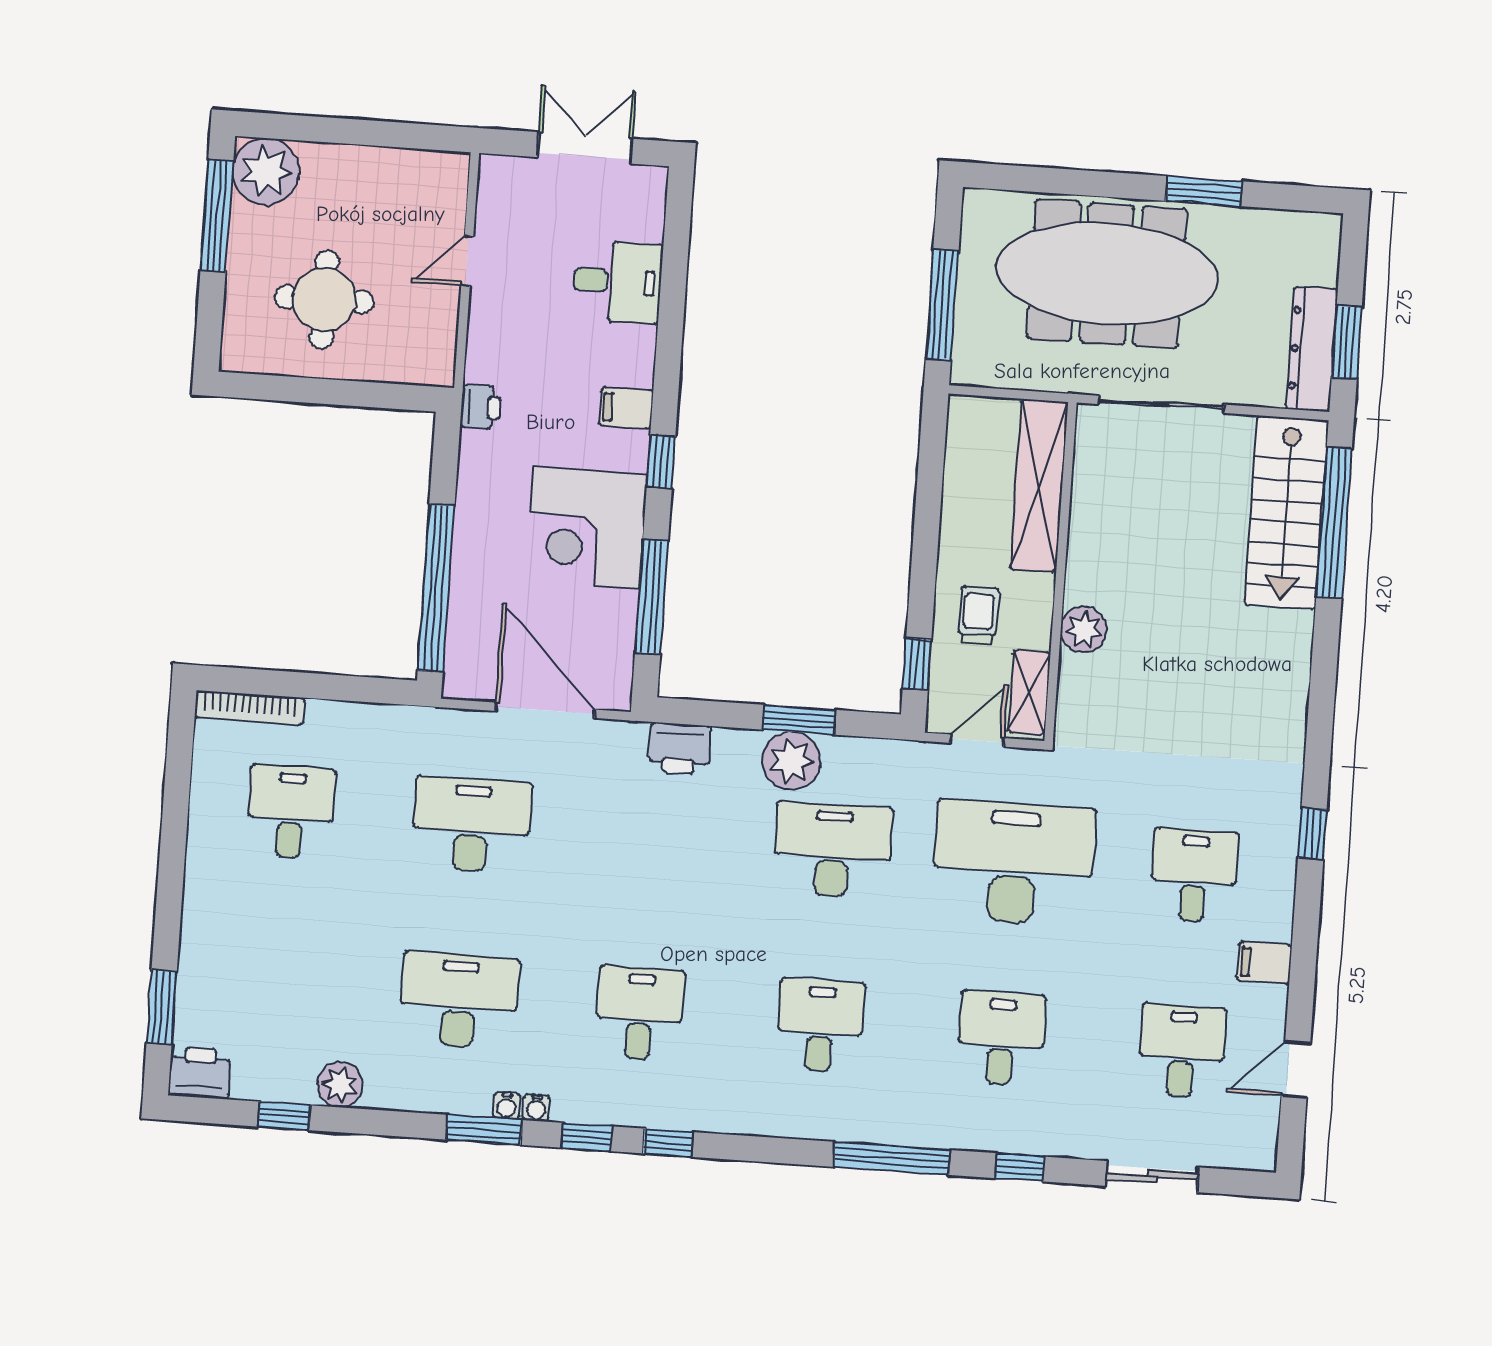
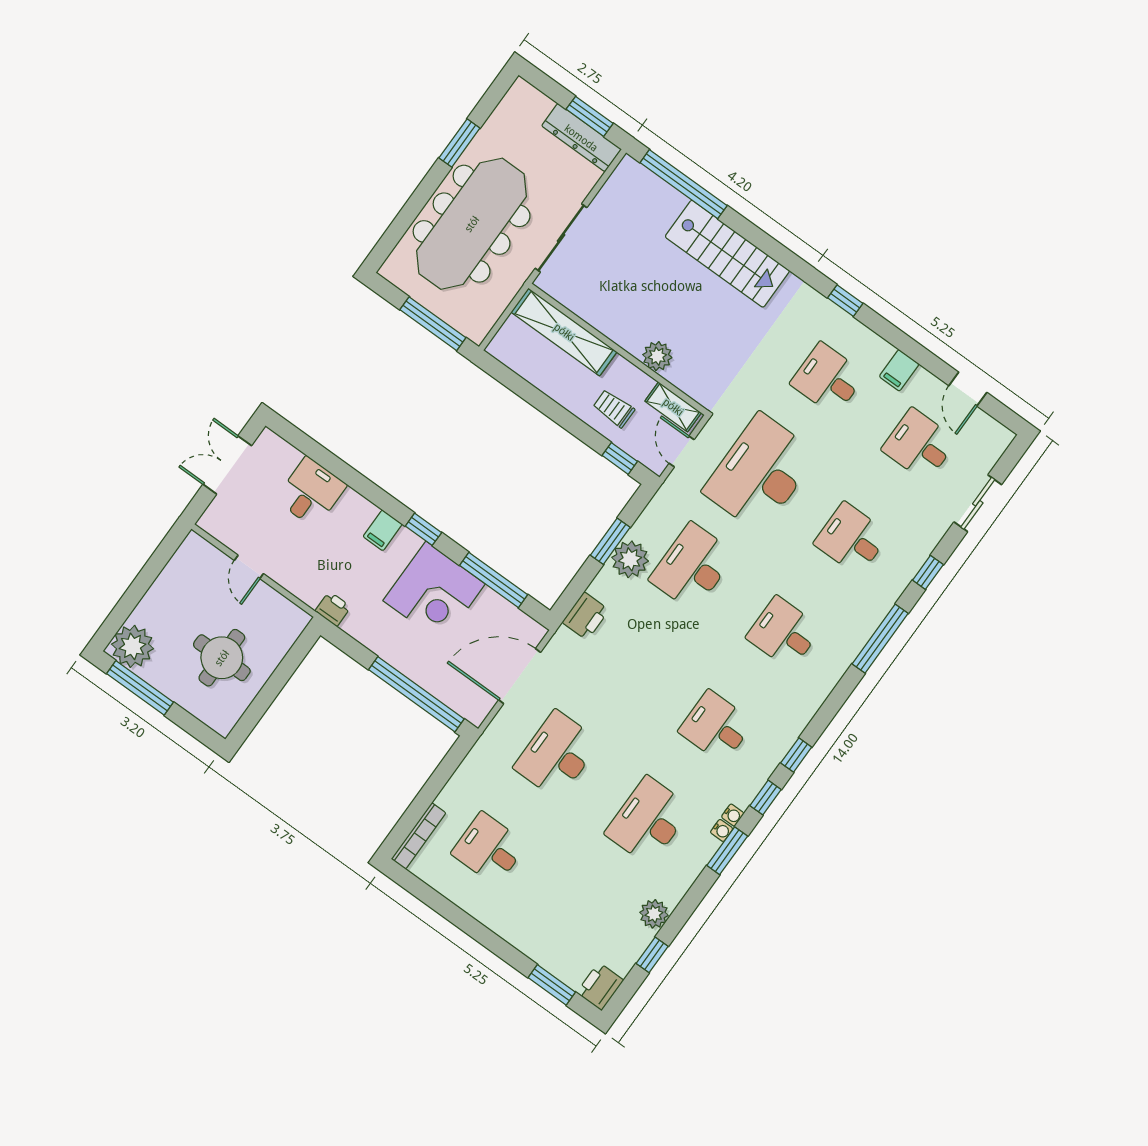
stairs: (1286, 512) -> (727, 254), moved

